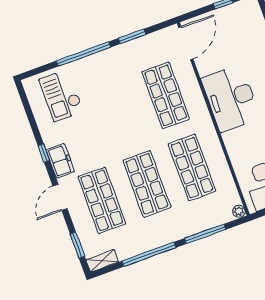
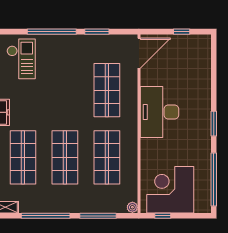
checkout: (61, 95) -> (21, 59), turned 180

